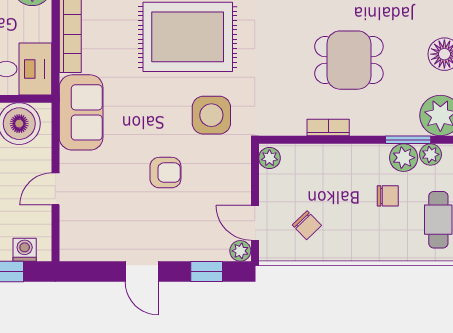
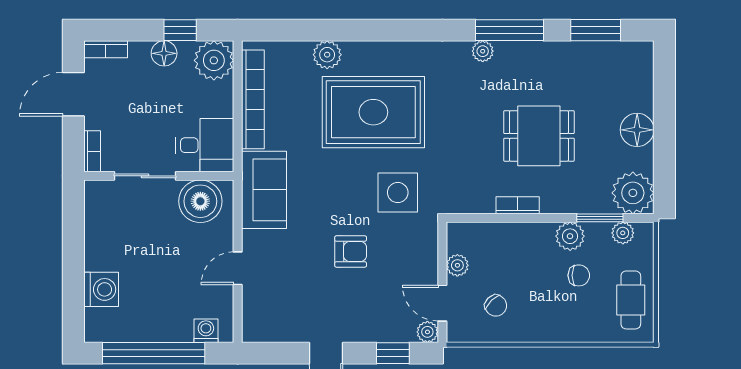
plant: (269, 158) -> (457, 265), moved
plant: (404, 158) -> (570, 236), moved

